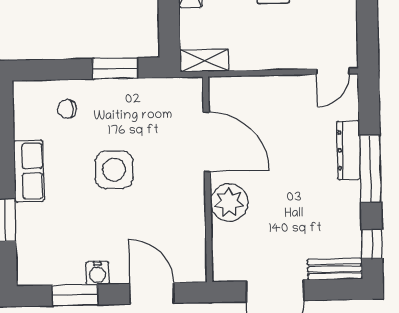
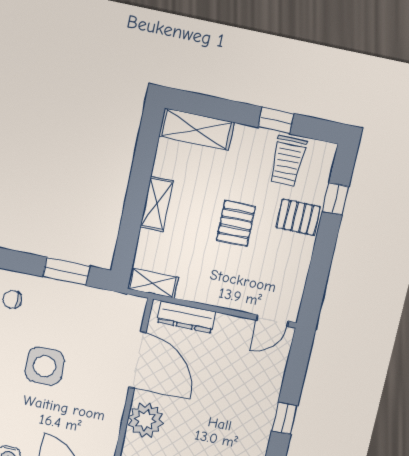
dresser: (348, 150) -> (186, 317), moved, turned -90
window: (370, 169) -> (285, 418), width x0.46

